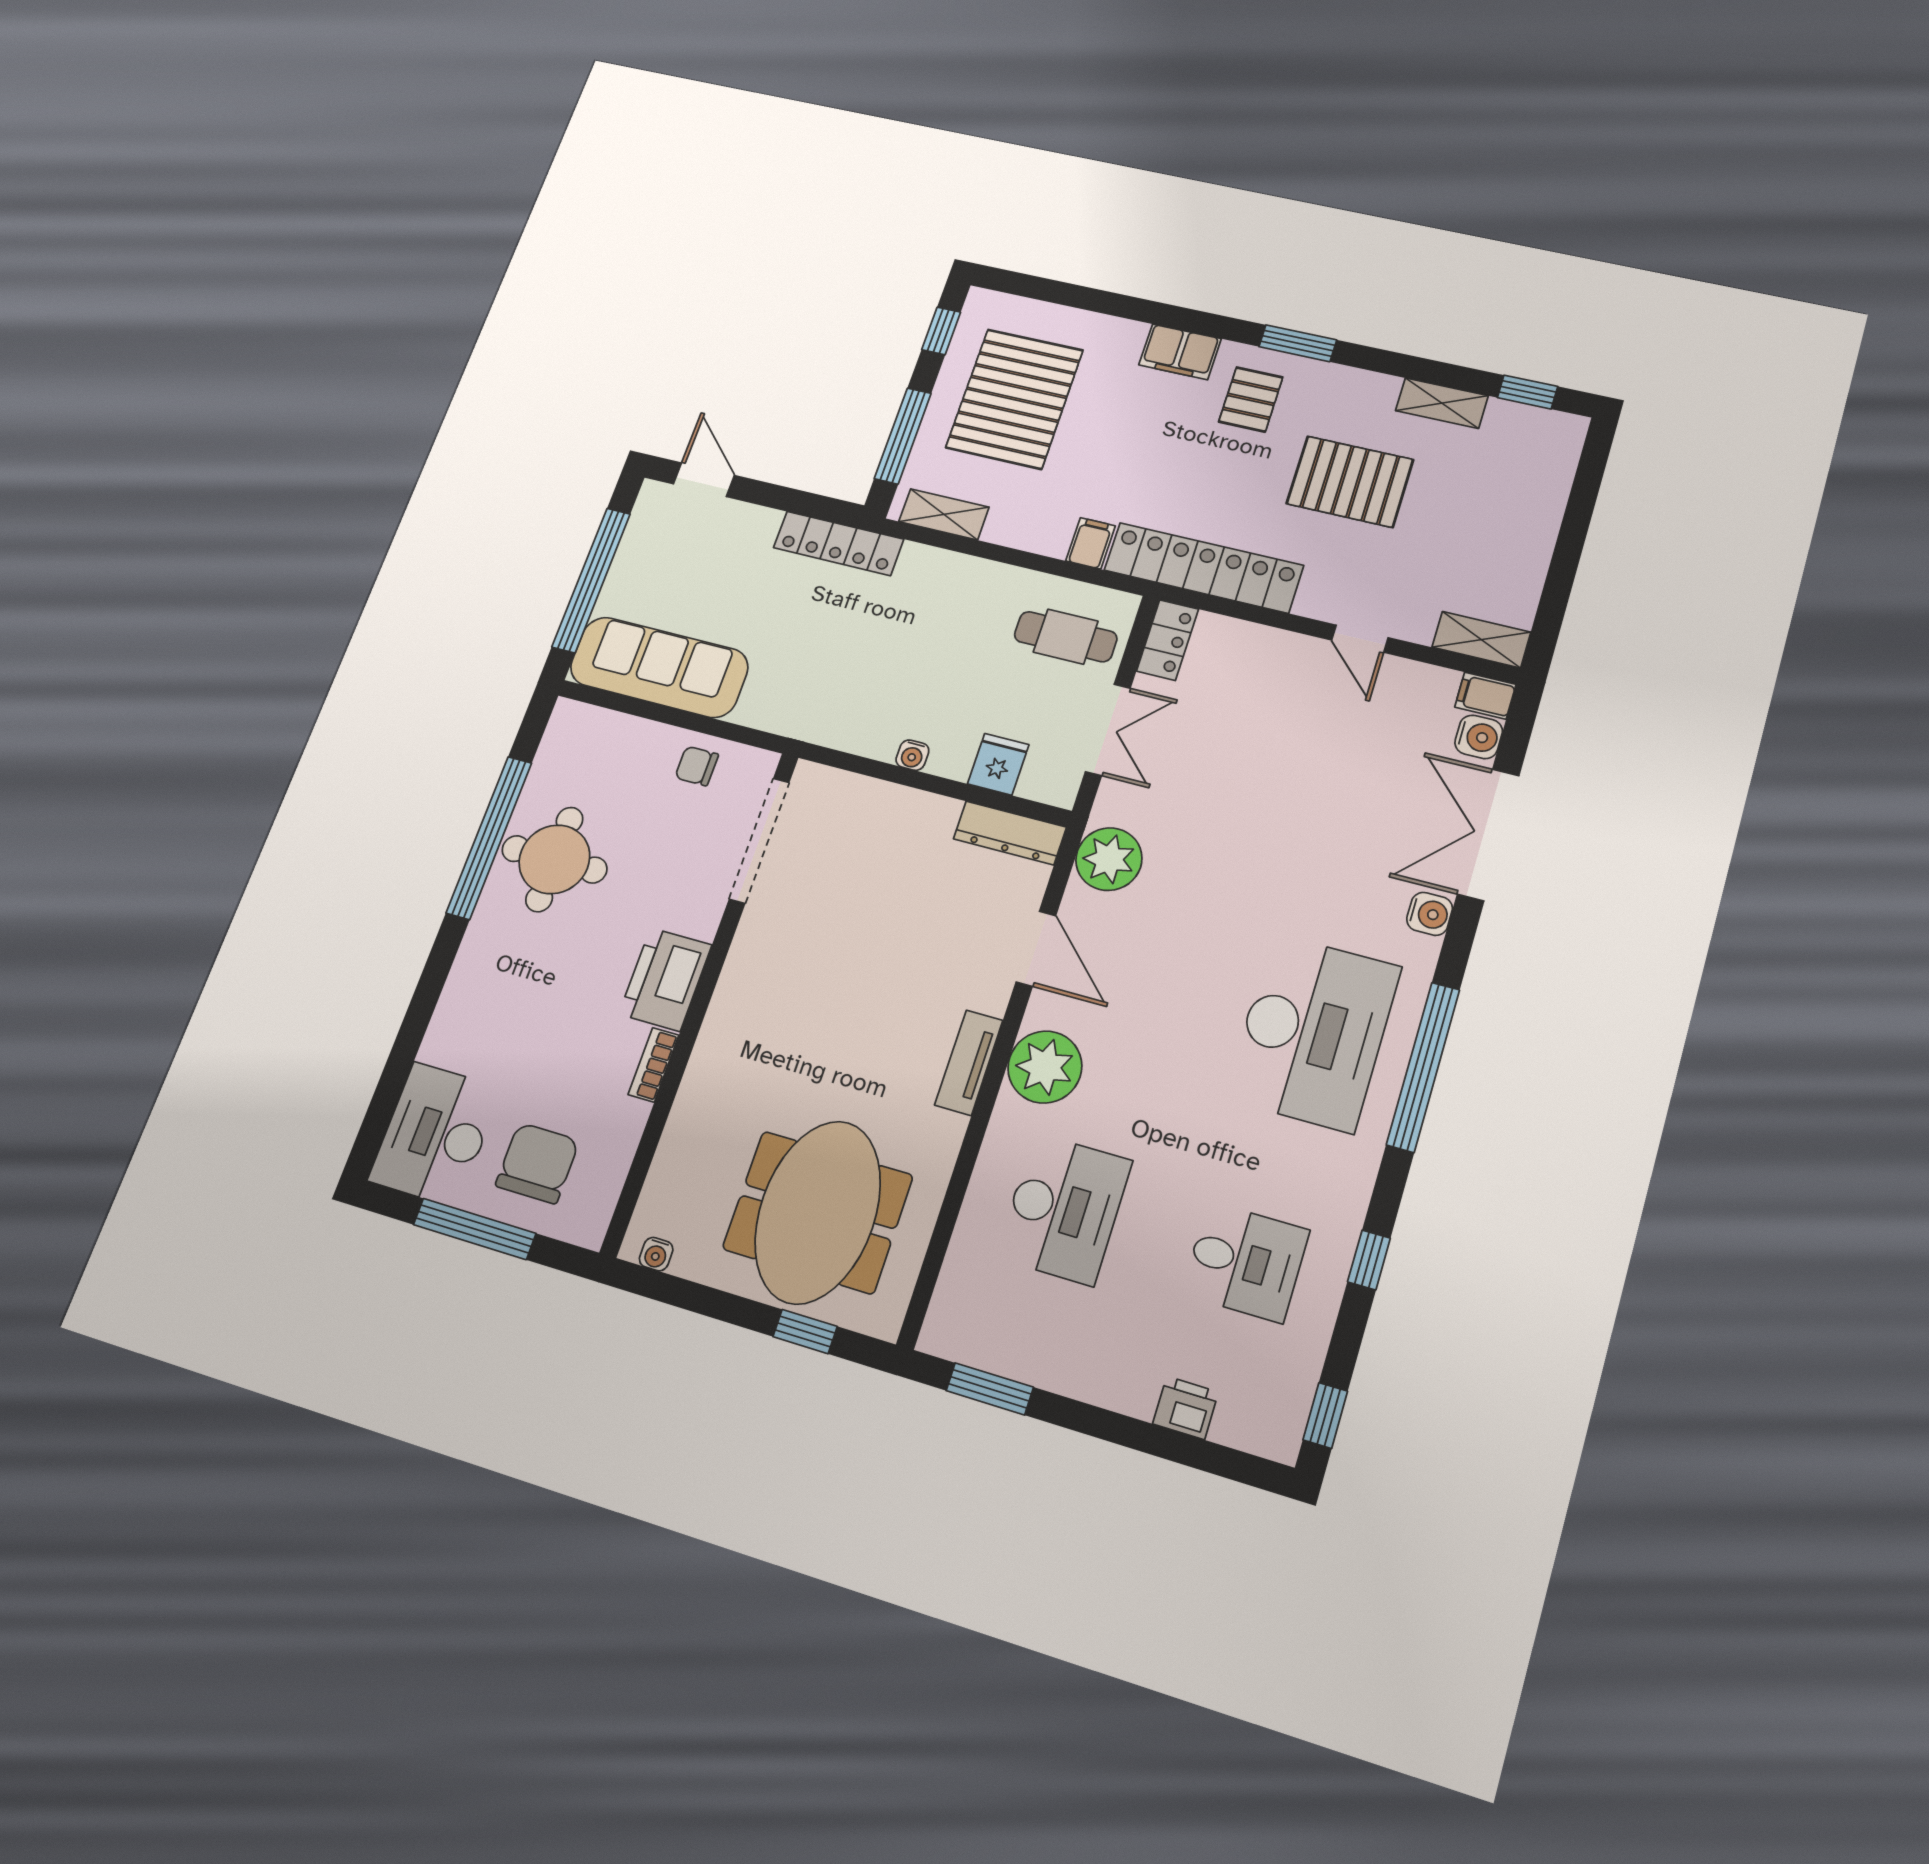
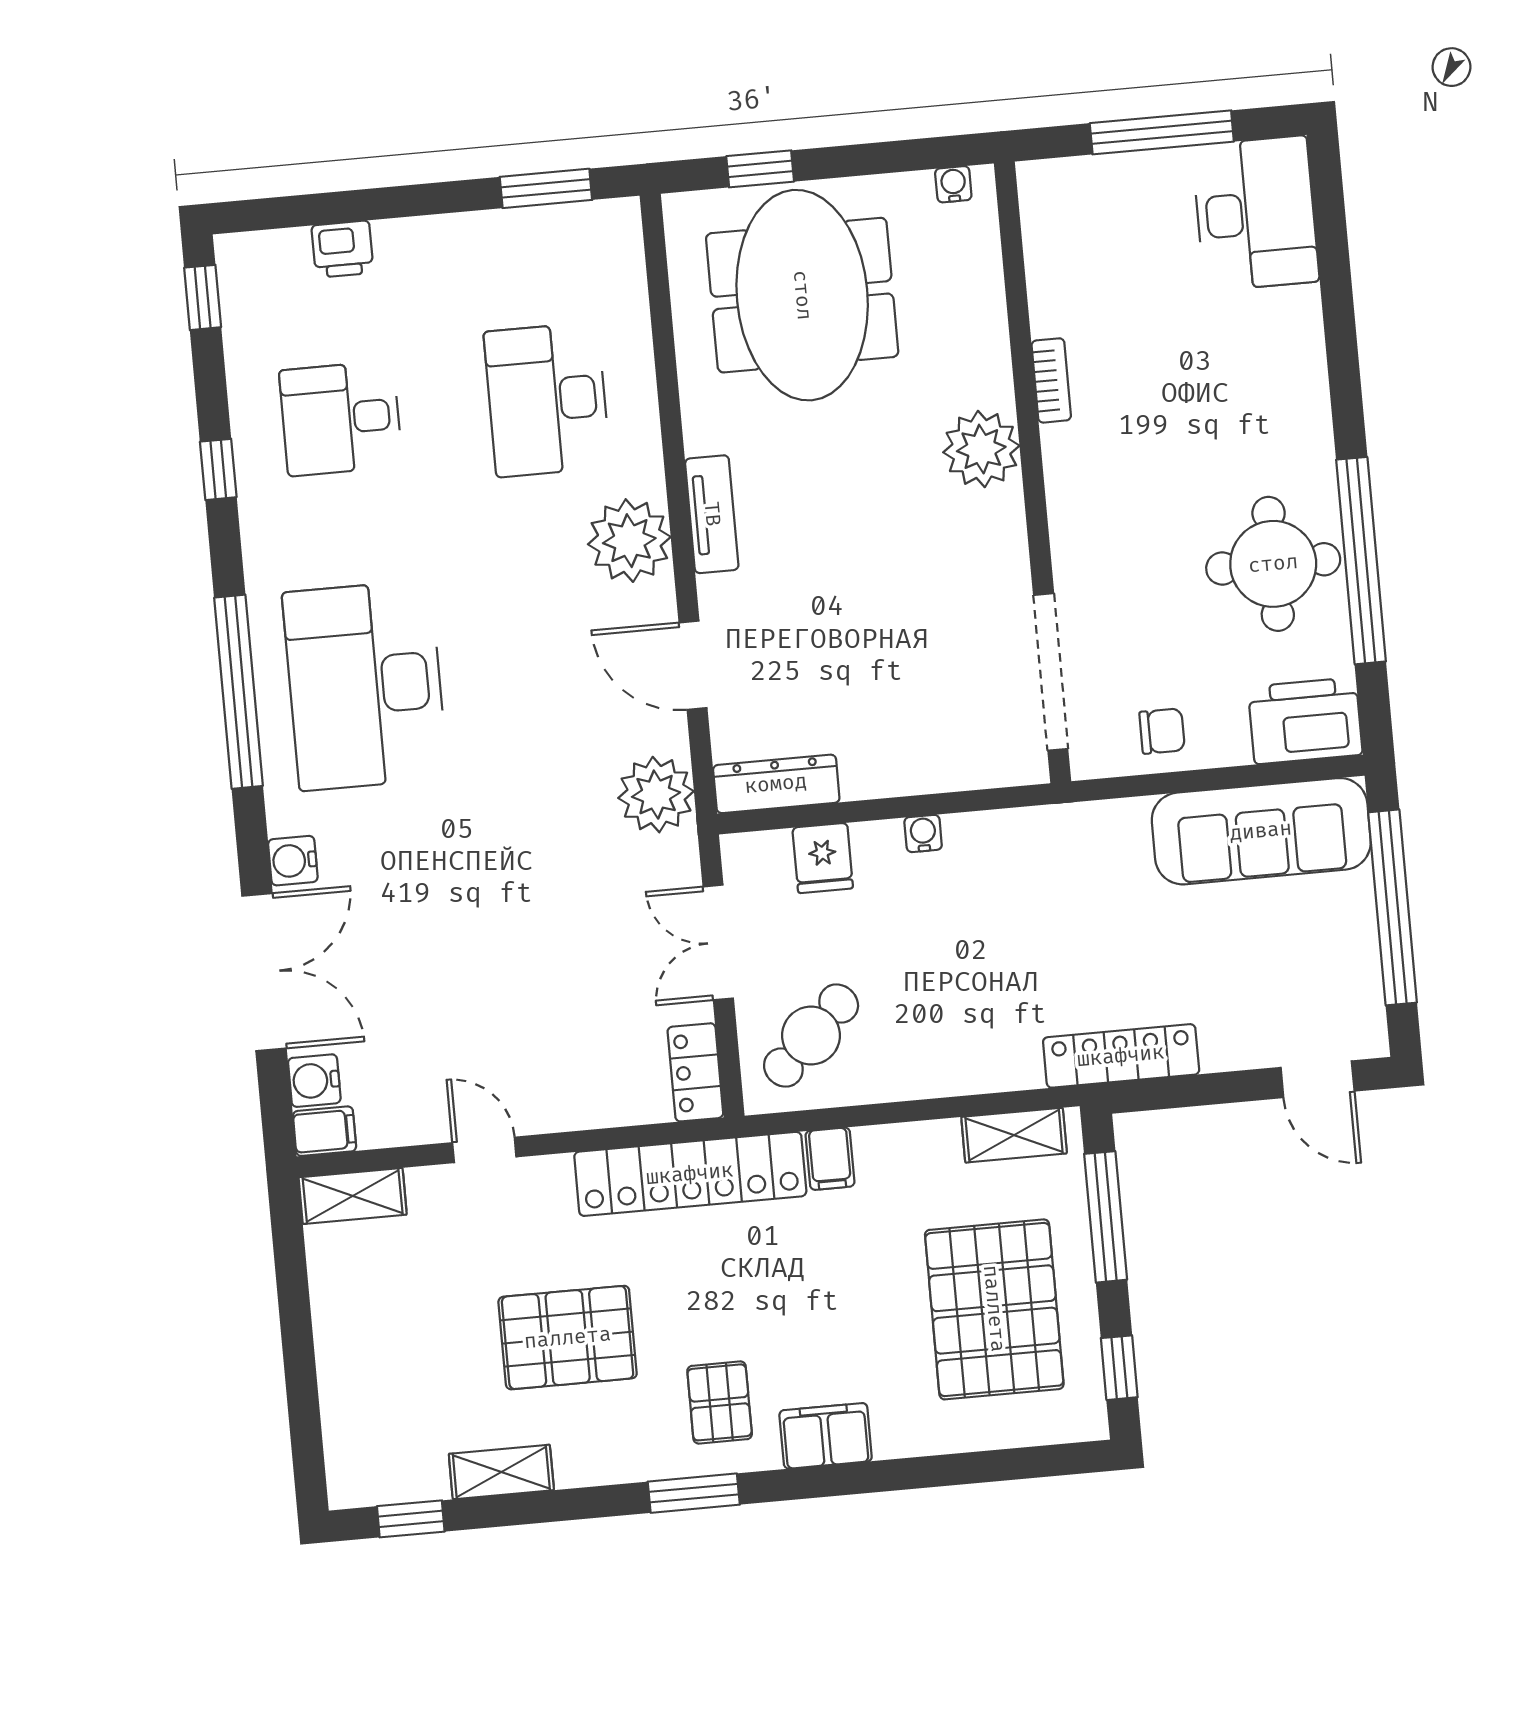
cafe table: (1066, 637) -> (811, 1036), turned -44
printer: (665, 979) -> (1305, 721), moved, turned -90
plant: (733, 1032) -> (981, 449), added
chair: (537, 1163) -> (1128, 227), removed

